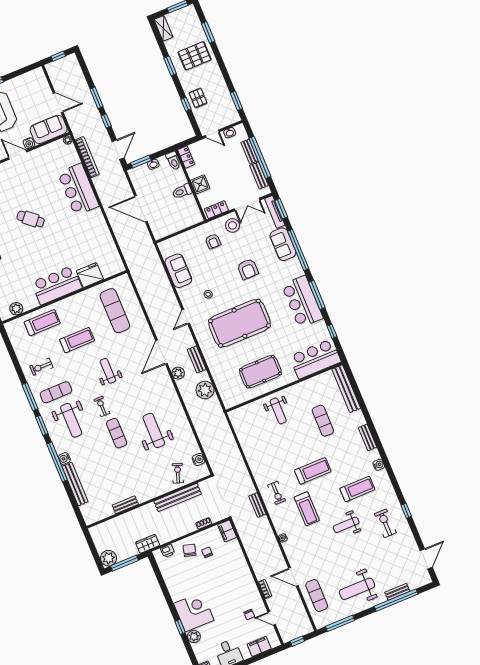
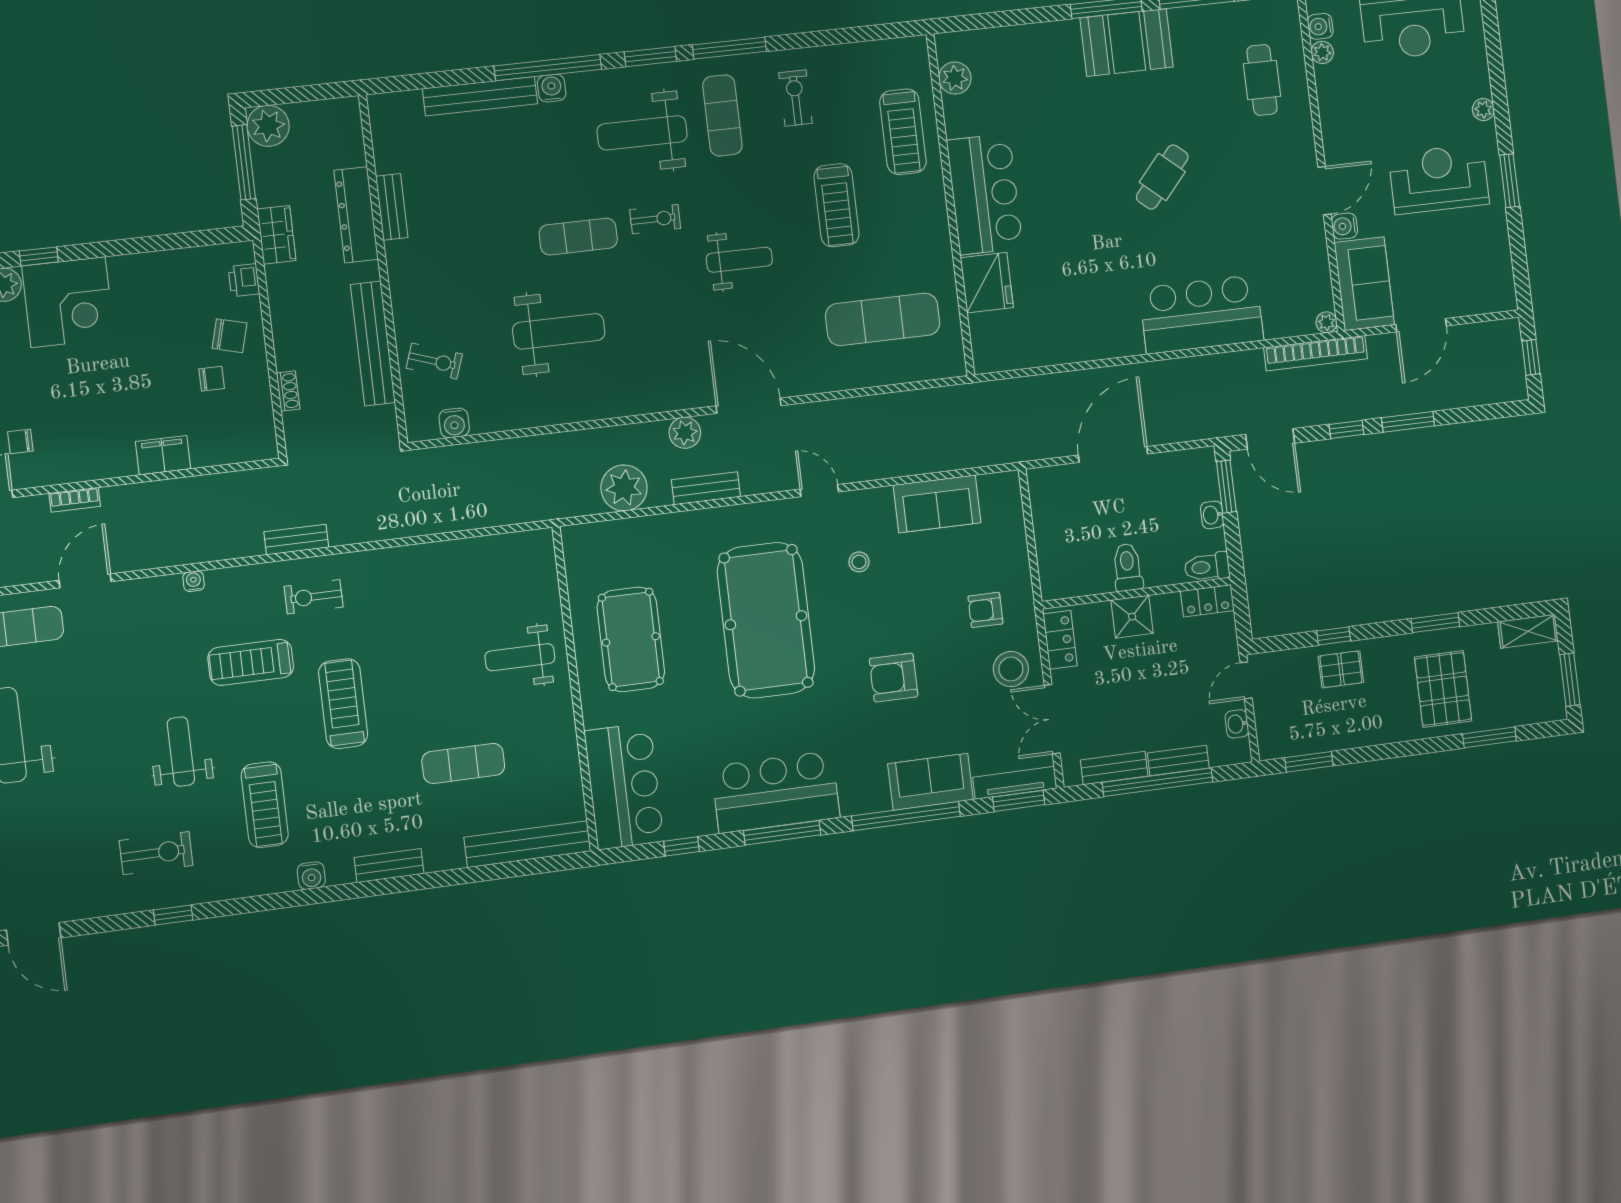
bookcase: (87, 157) -> (1316, 353), moved
treadmill: (313, 471) -> (343, 704), turned 180
dresser: (132, 517) -> (356, 215), added
filing cabinet: (227, 531) -> (163, 455), moved

